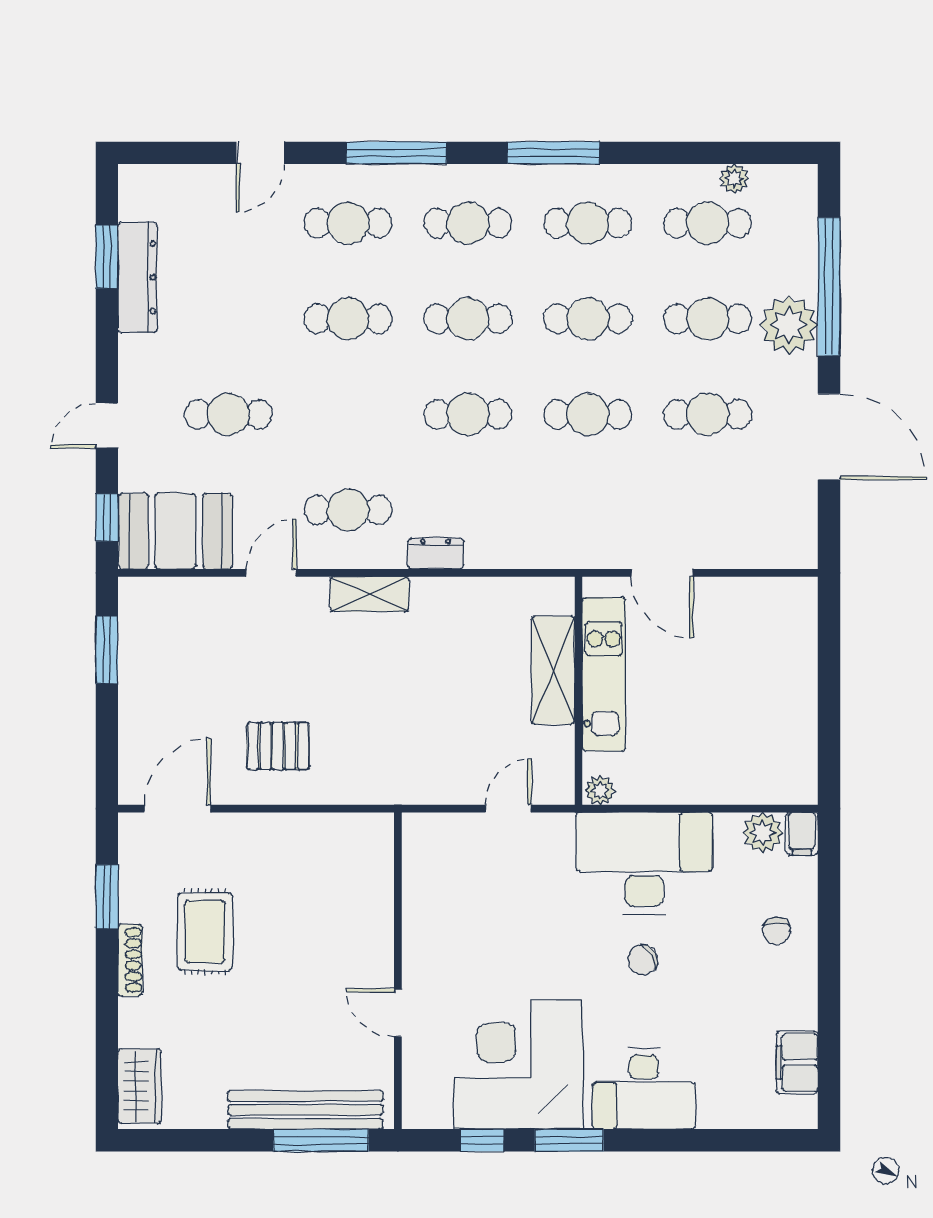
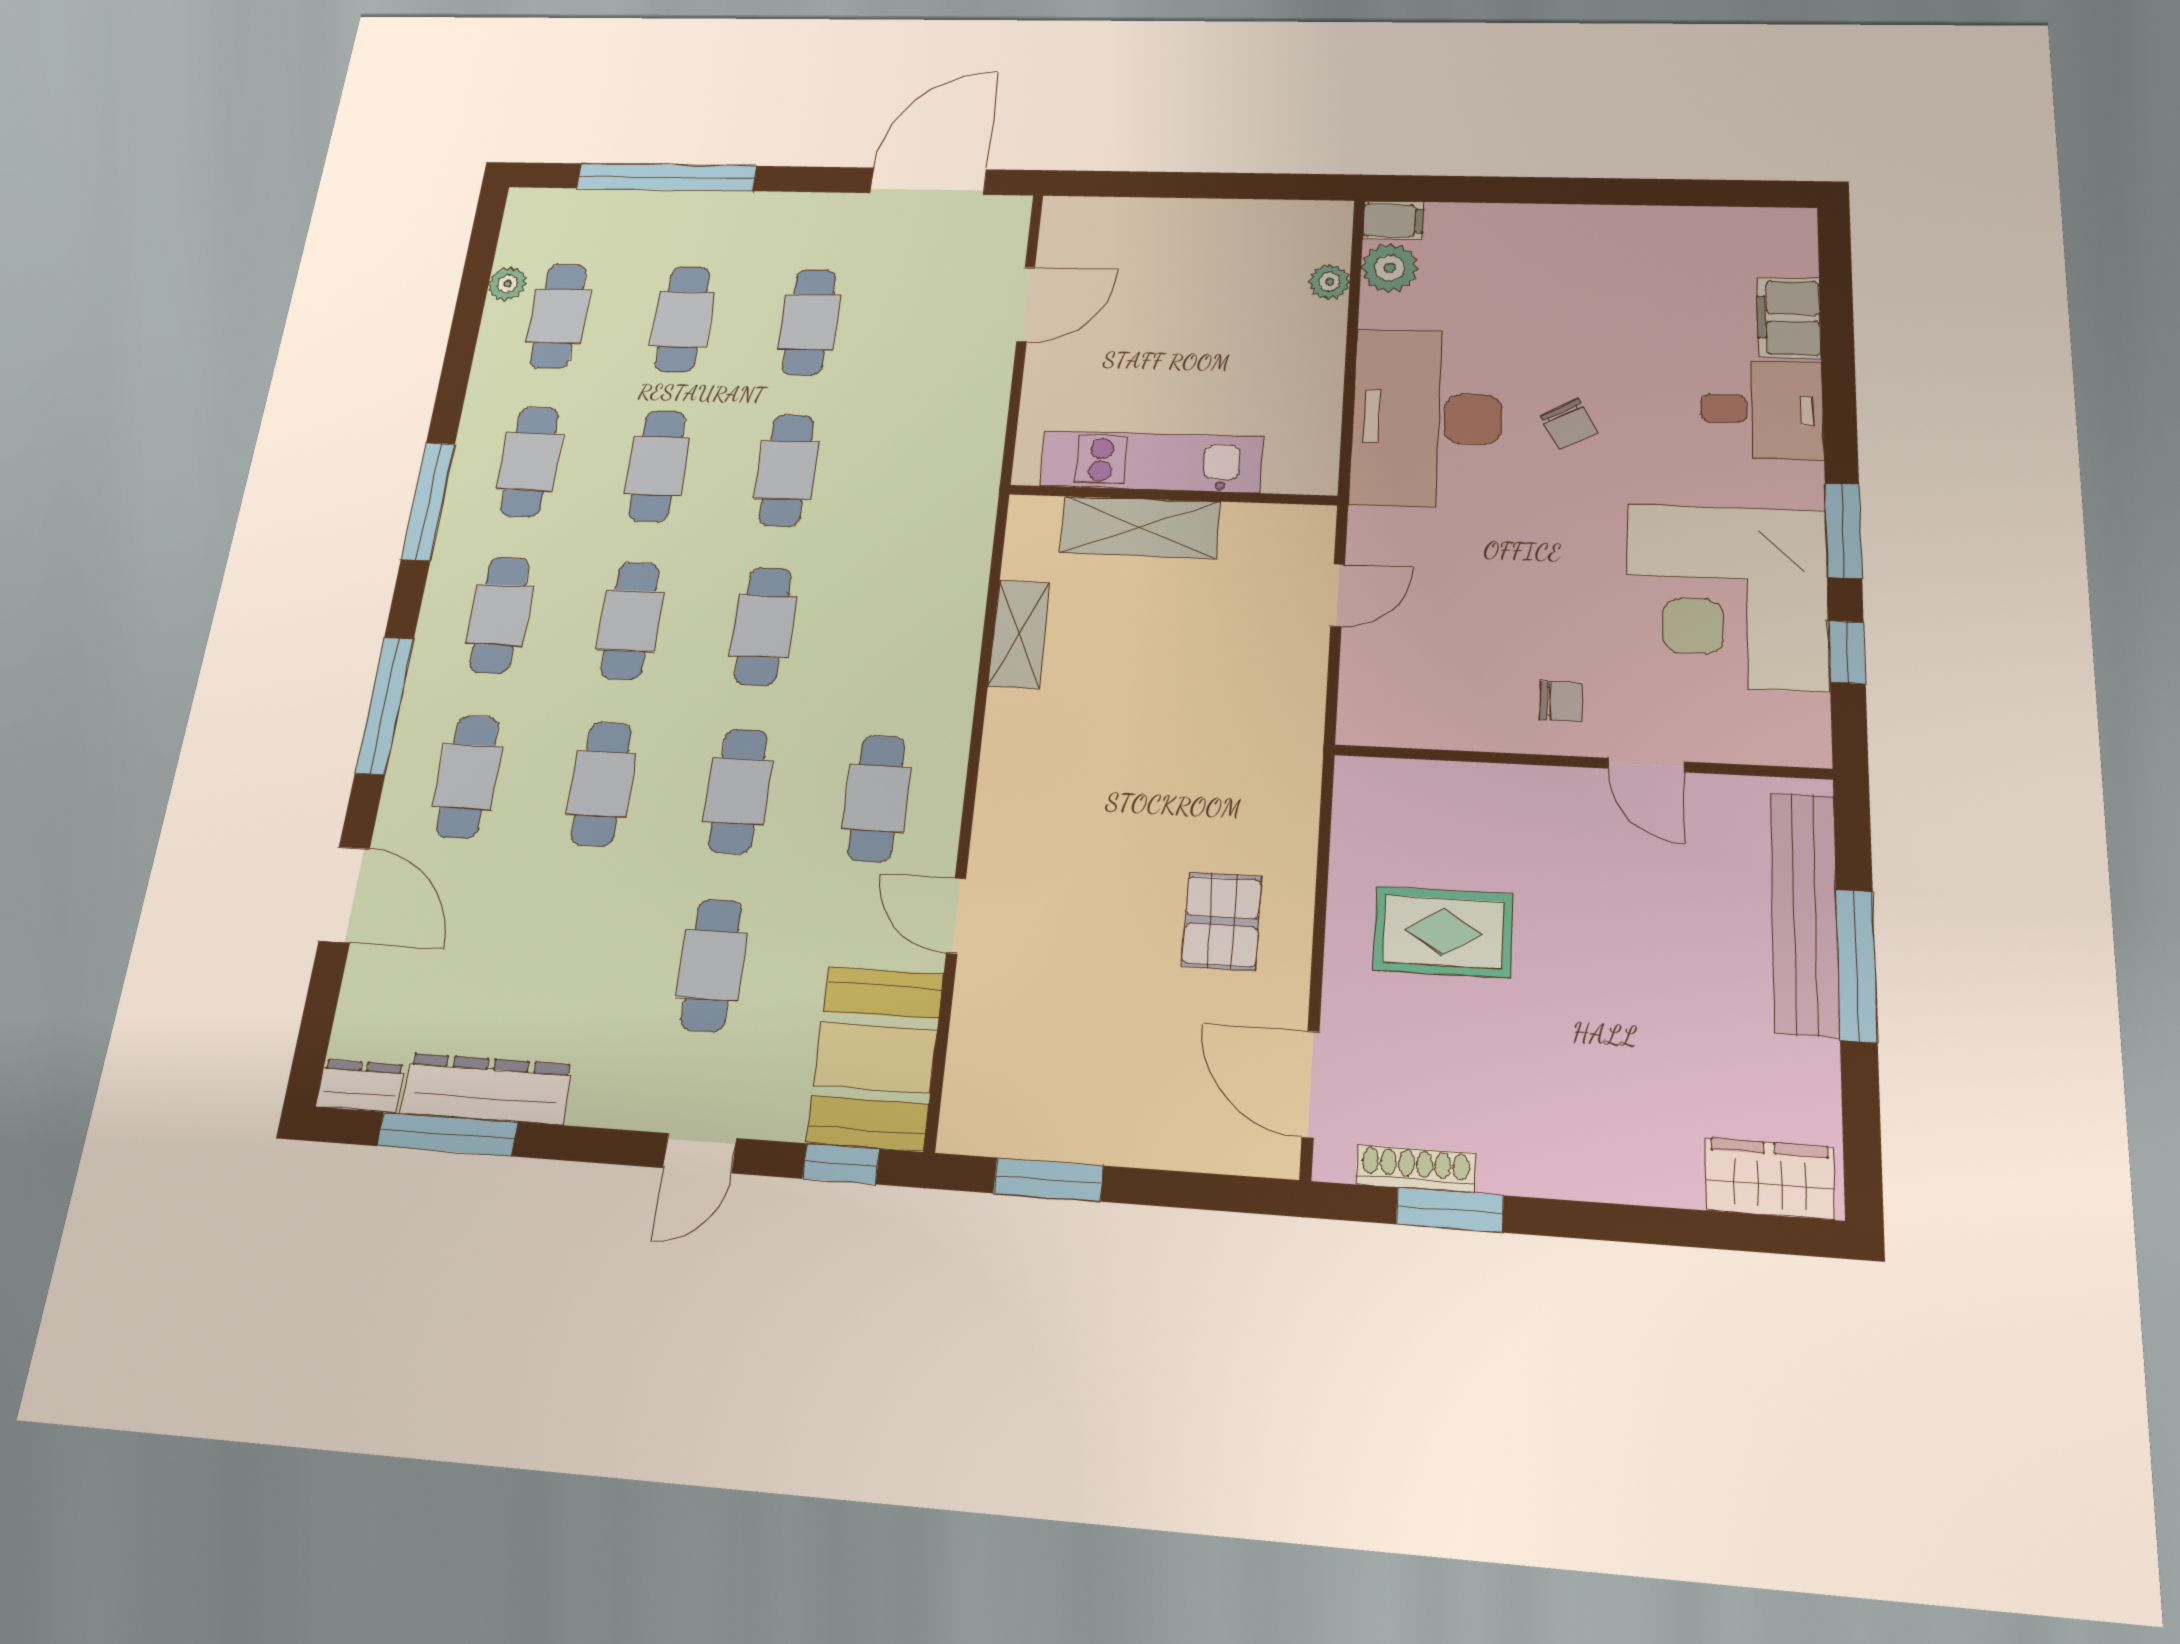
door: (260, 153) -> (344, 895), width x1.38
window: (107, 257) -> (447, 1134), width x1.44
plant: (789, 325) -> (707, 224), removed
cafe table: (348, 414) -> (738, 791), added
door: (107, 425) -> (700, 1153), hinge flipped
door: (829, 437) -> (928, 181), moved
dresser: (436, 554) -> (360, 1086), moved, turned 90
door: (662, 573) -> (1026, 305), moved
shelving: (370, 594) -> (1019, 634), moved
plant: (600, 790) -> (1329, 282), moved
door: (508, 809) -> (1338, 595), swing flipped
chair: (777, 931) -> (1561, 701), moved
rug: (205, 932) -> (1443, 932), moved
shoe rack: (130, 960) -> (1415, 1169), moved
door: (398, 1013) -> (1646, 765), hinge flipped
filing cabinet: (797, 1062) -> (1789, 318), moved, turned 90
desk: (644, 1089) -> (1762, 410), width x0.73
window: (321, 1140) -> (1857, 965), moved

